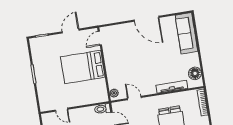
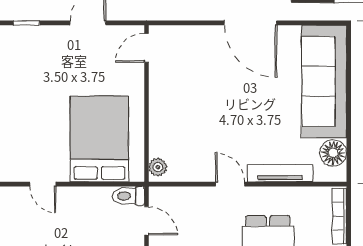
sofa: (187, 33) -> (324, 81), width x1.36, depth x1.27
bed: (83, 67) -> (99, 139), moved, turned 90
door: (134, 98) -> (230, 184), moved

